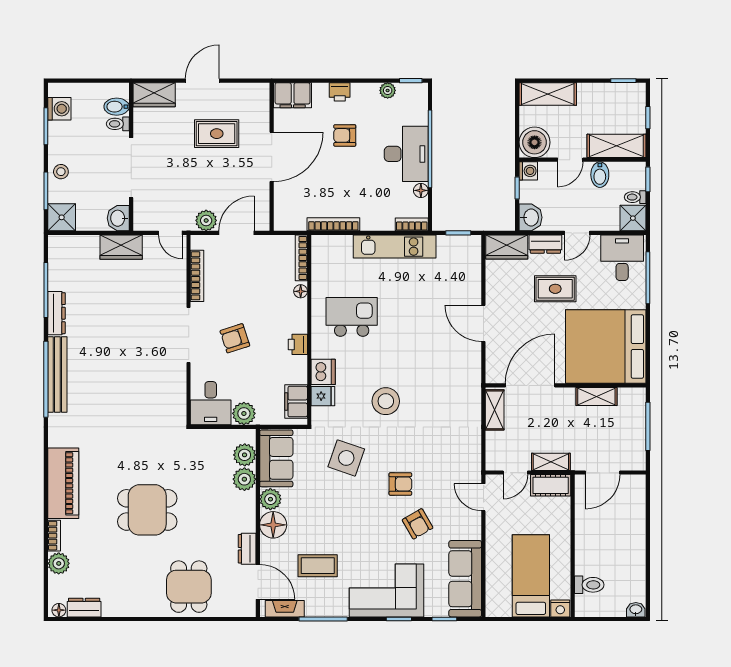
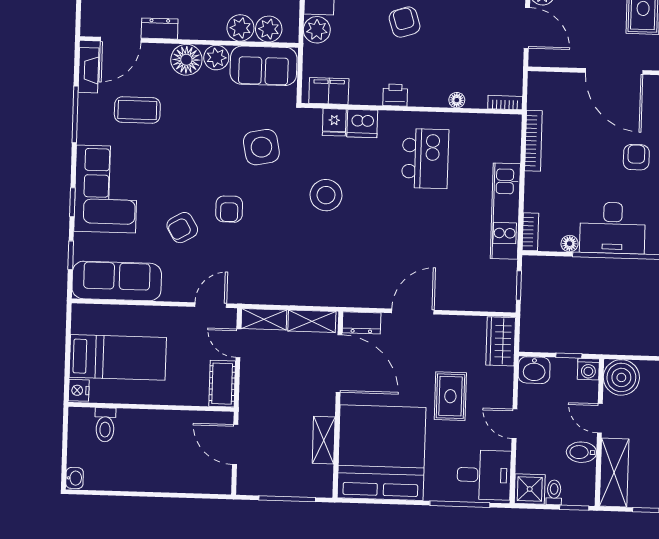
dresser: (545, 244) -> (362, 323), moved, turned -90
bookcase: (301, 258) -> (505, 103), width x0.64
side table: (346, 458) -> (261, 147), turned -30
shelving: (551, 462) -> (264, 319), moved, turned 90
coffee table: (318, 566) -> (137, 110), turned 90

